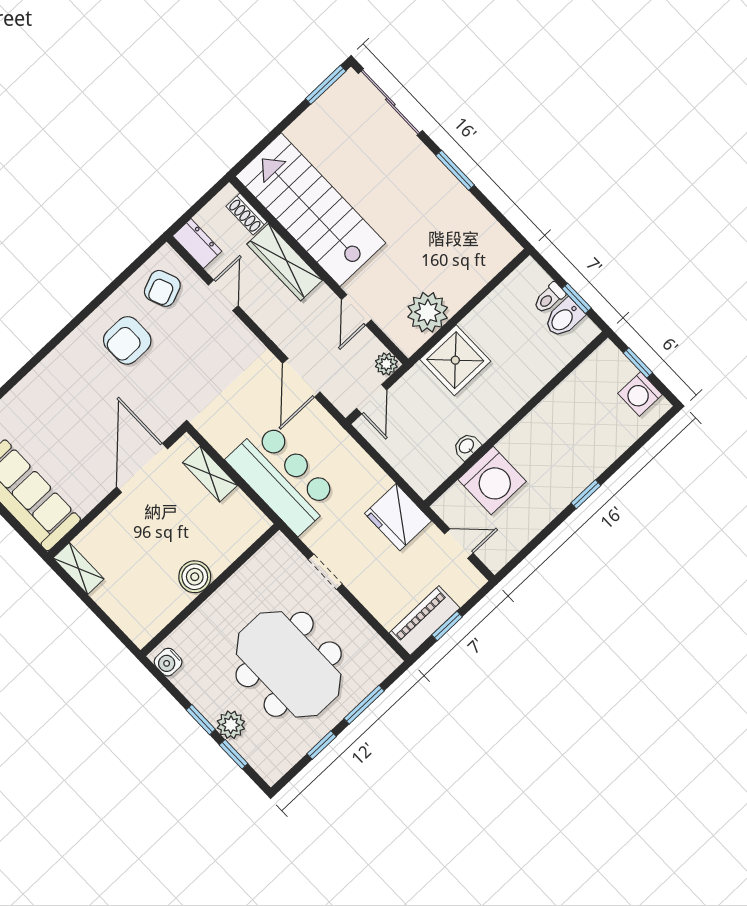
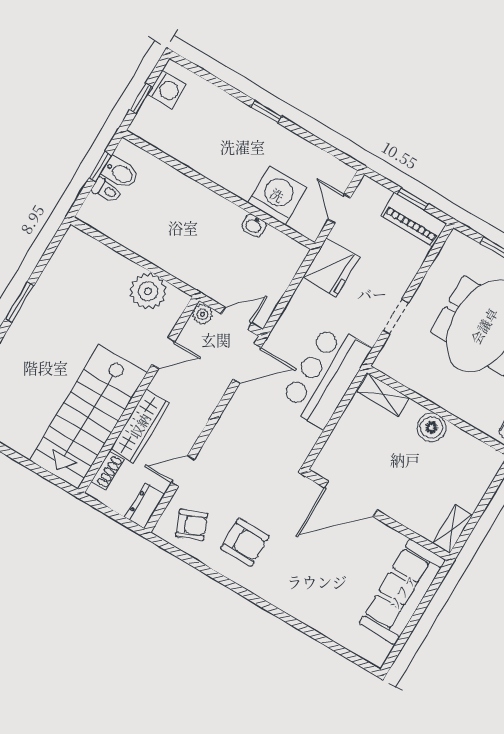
shower: (455, 360) -> (183, 256), removed
door: (301, 378) -> (247, 364), moved
shelving: (210, 474) -> (383, 395), moved, turned 90

